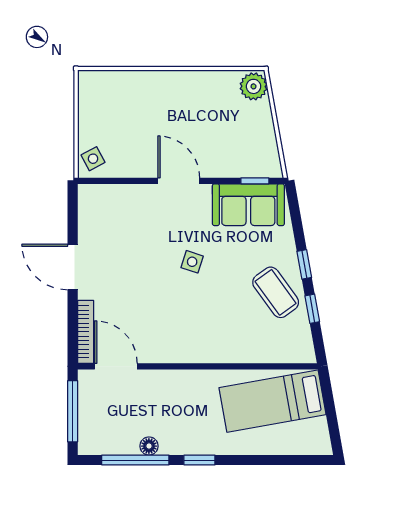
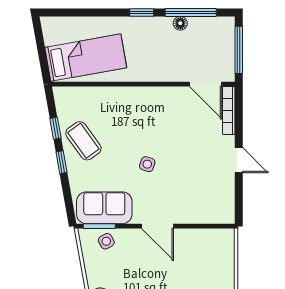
side table: (93, 159) -> (106, 241), moved
window: (255, 181) -> (99, 226), width x1.50
door: (73, 267) -> (239, 160), width x0.73

